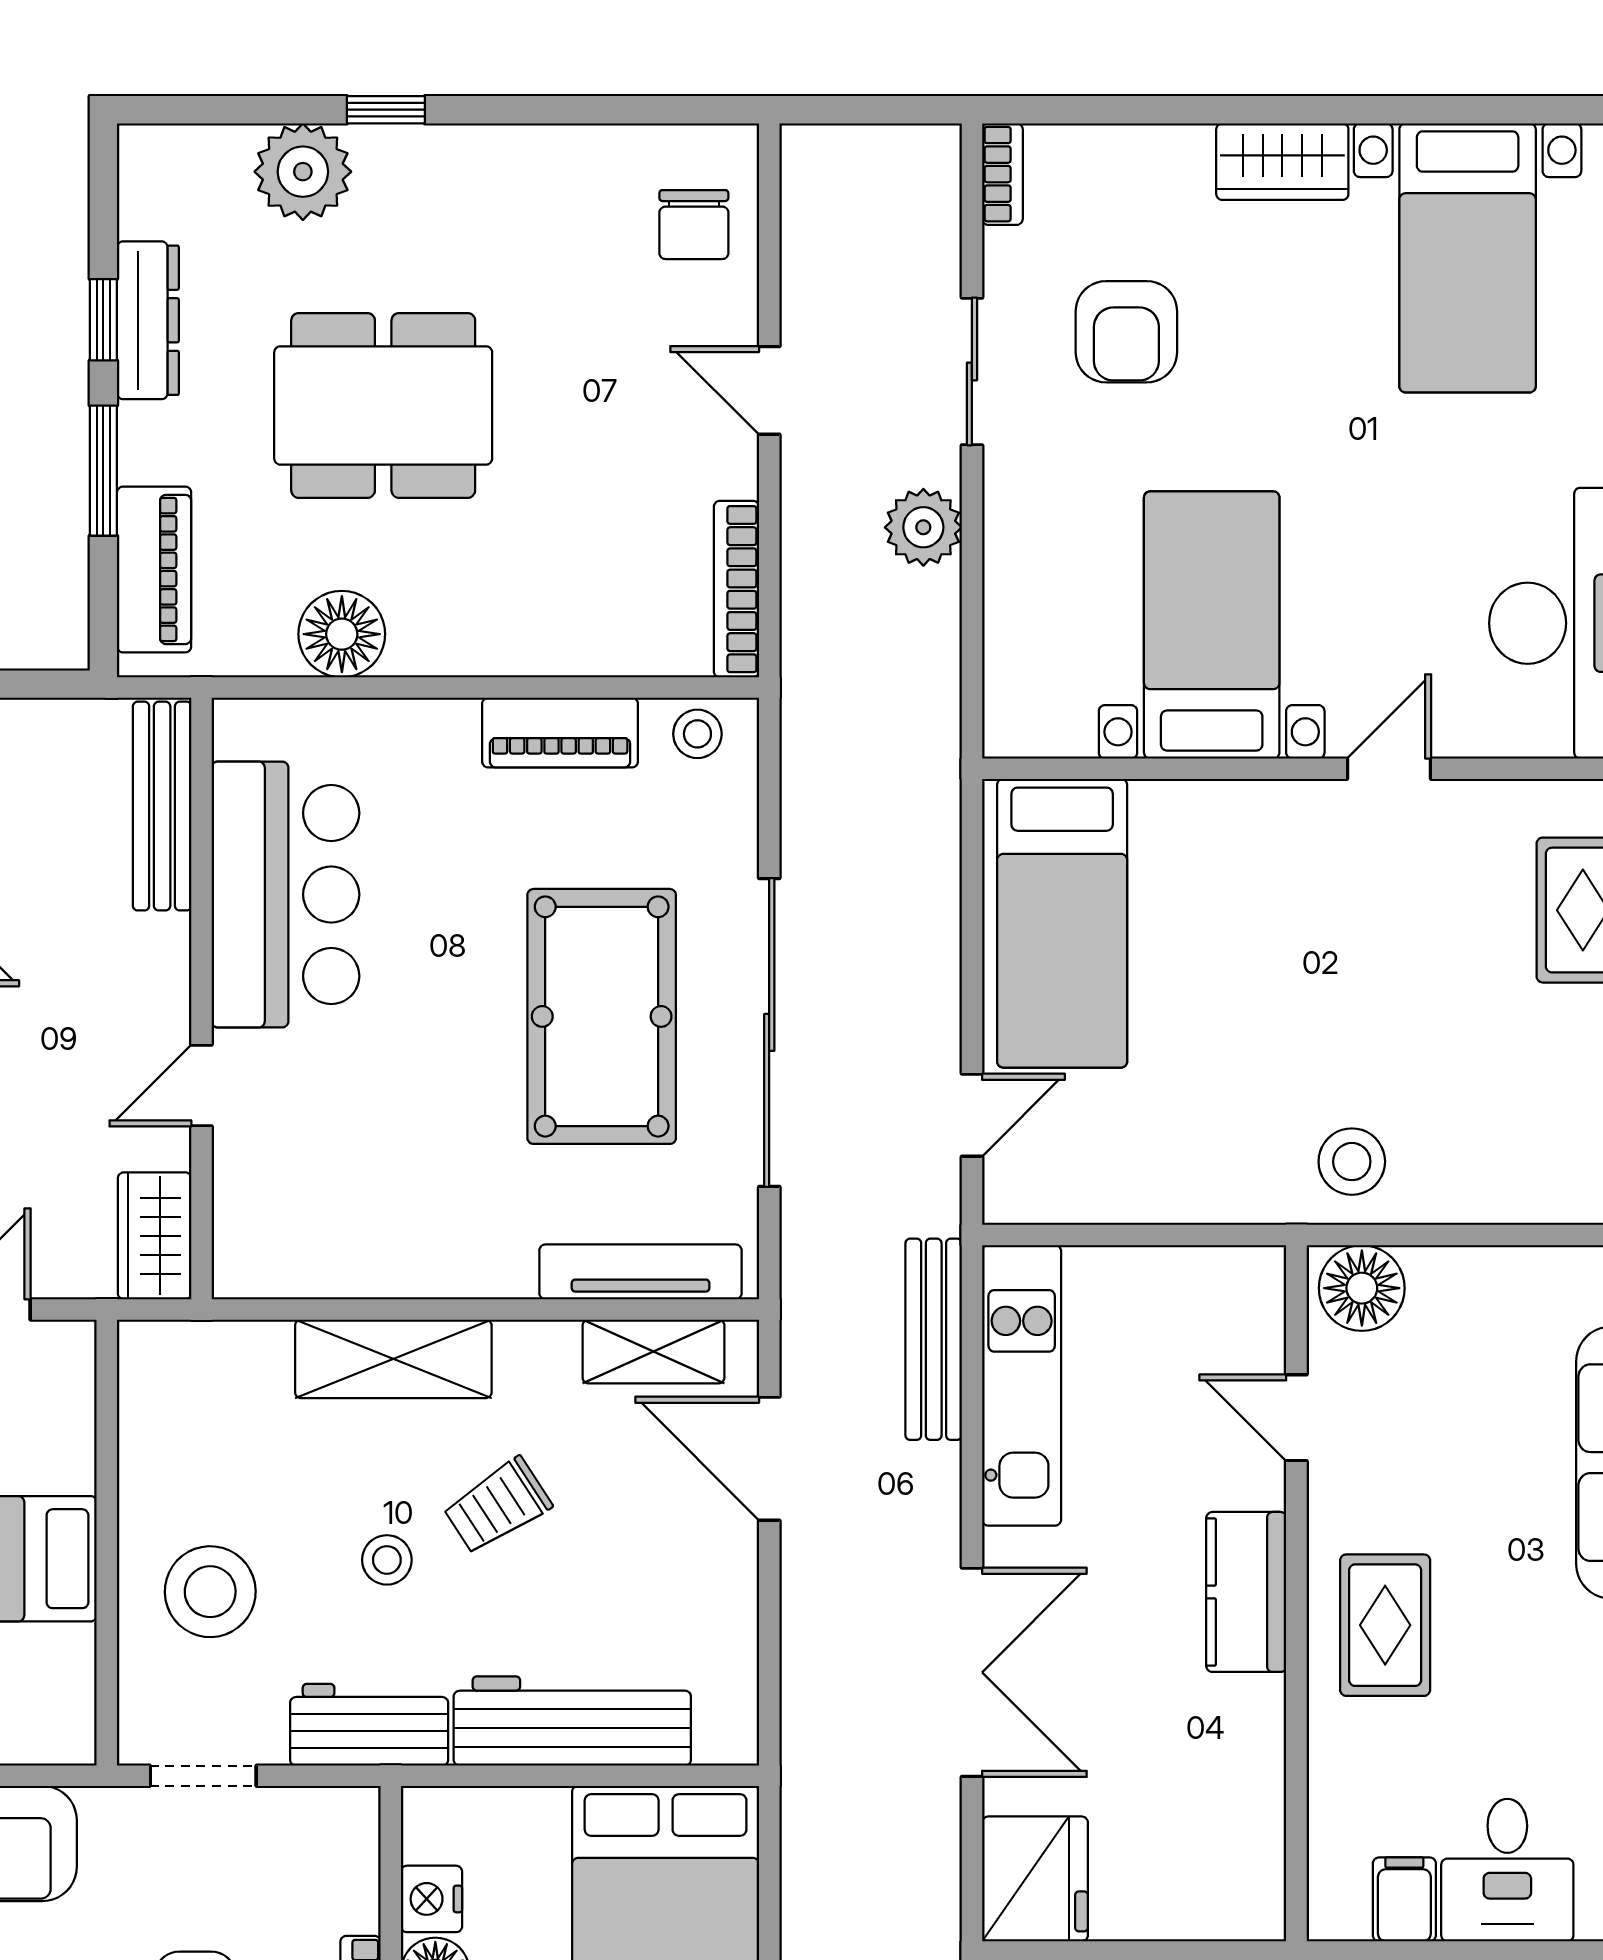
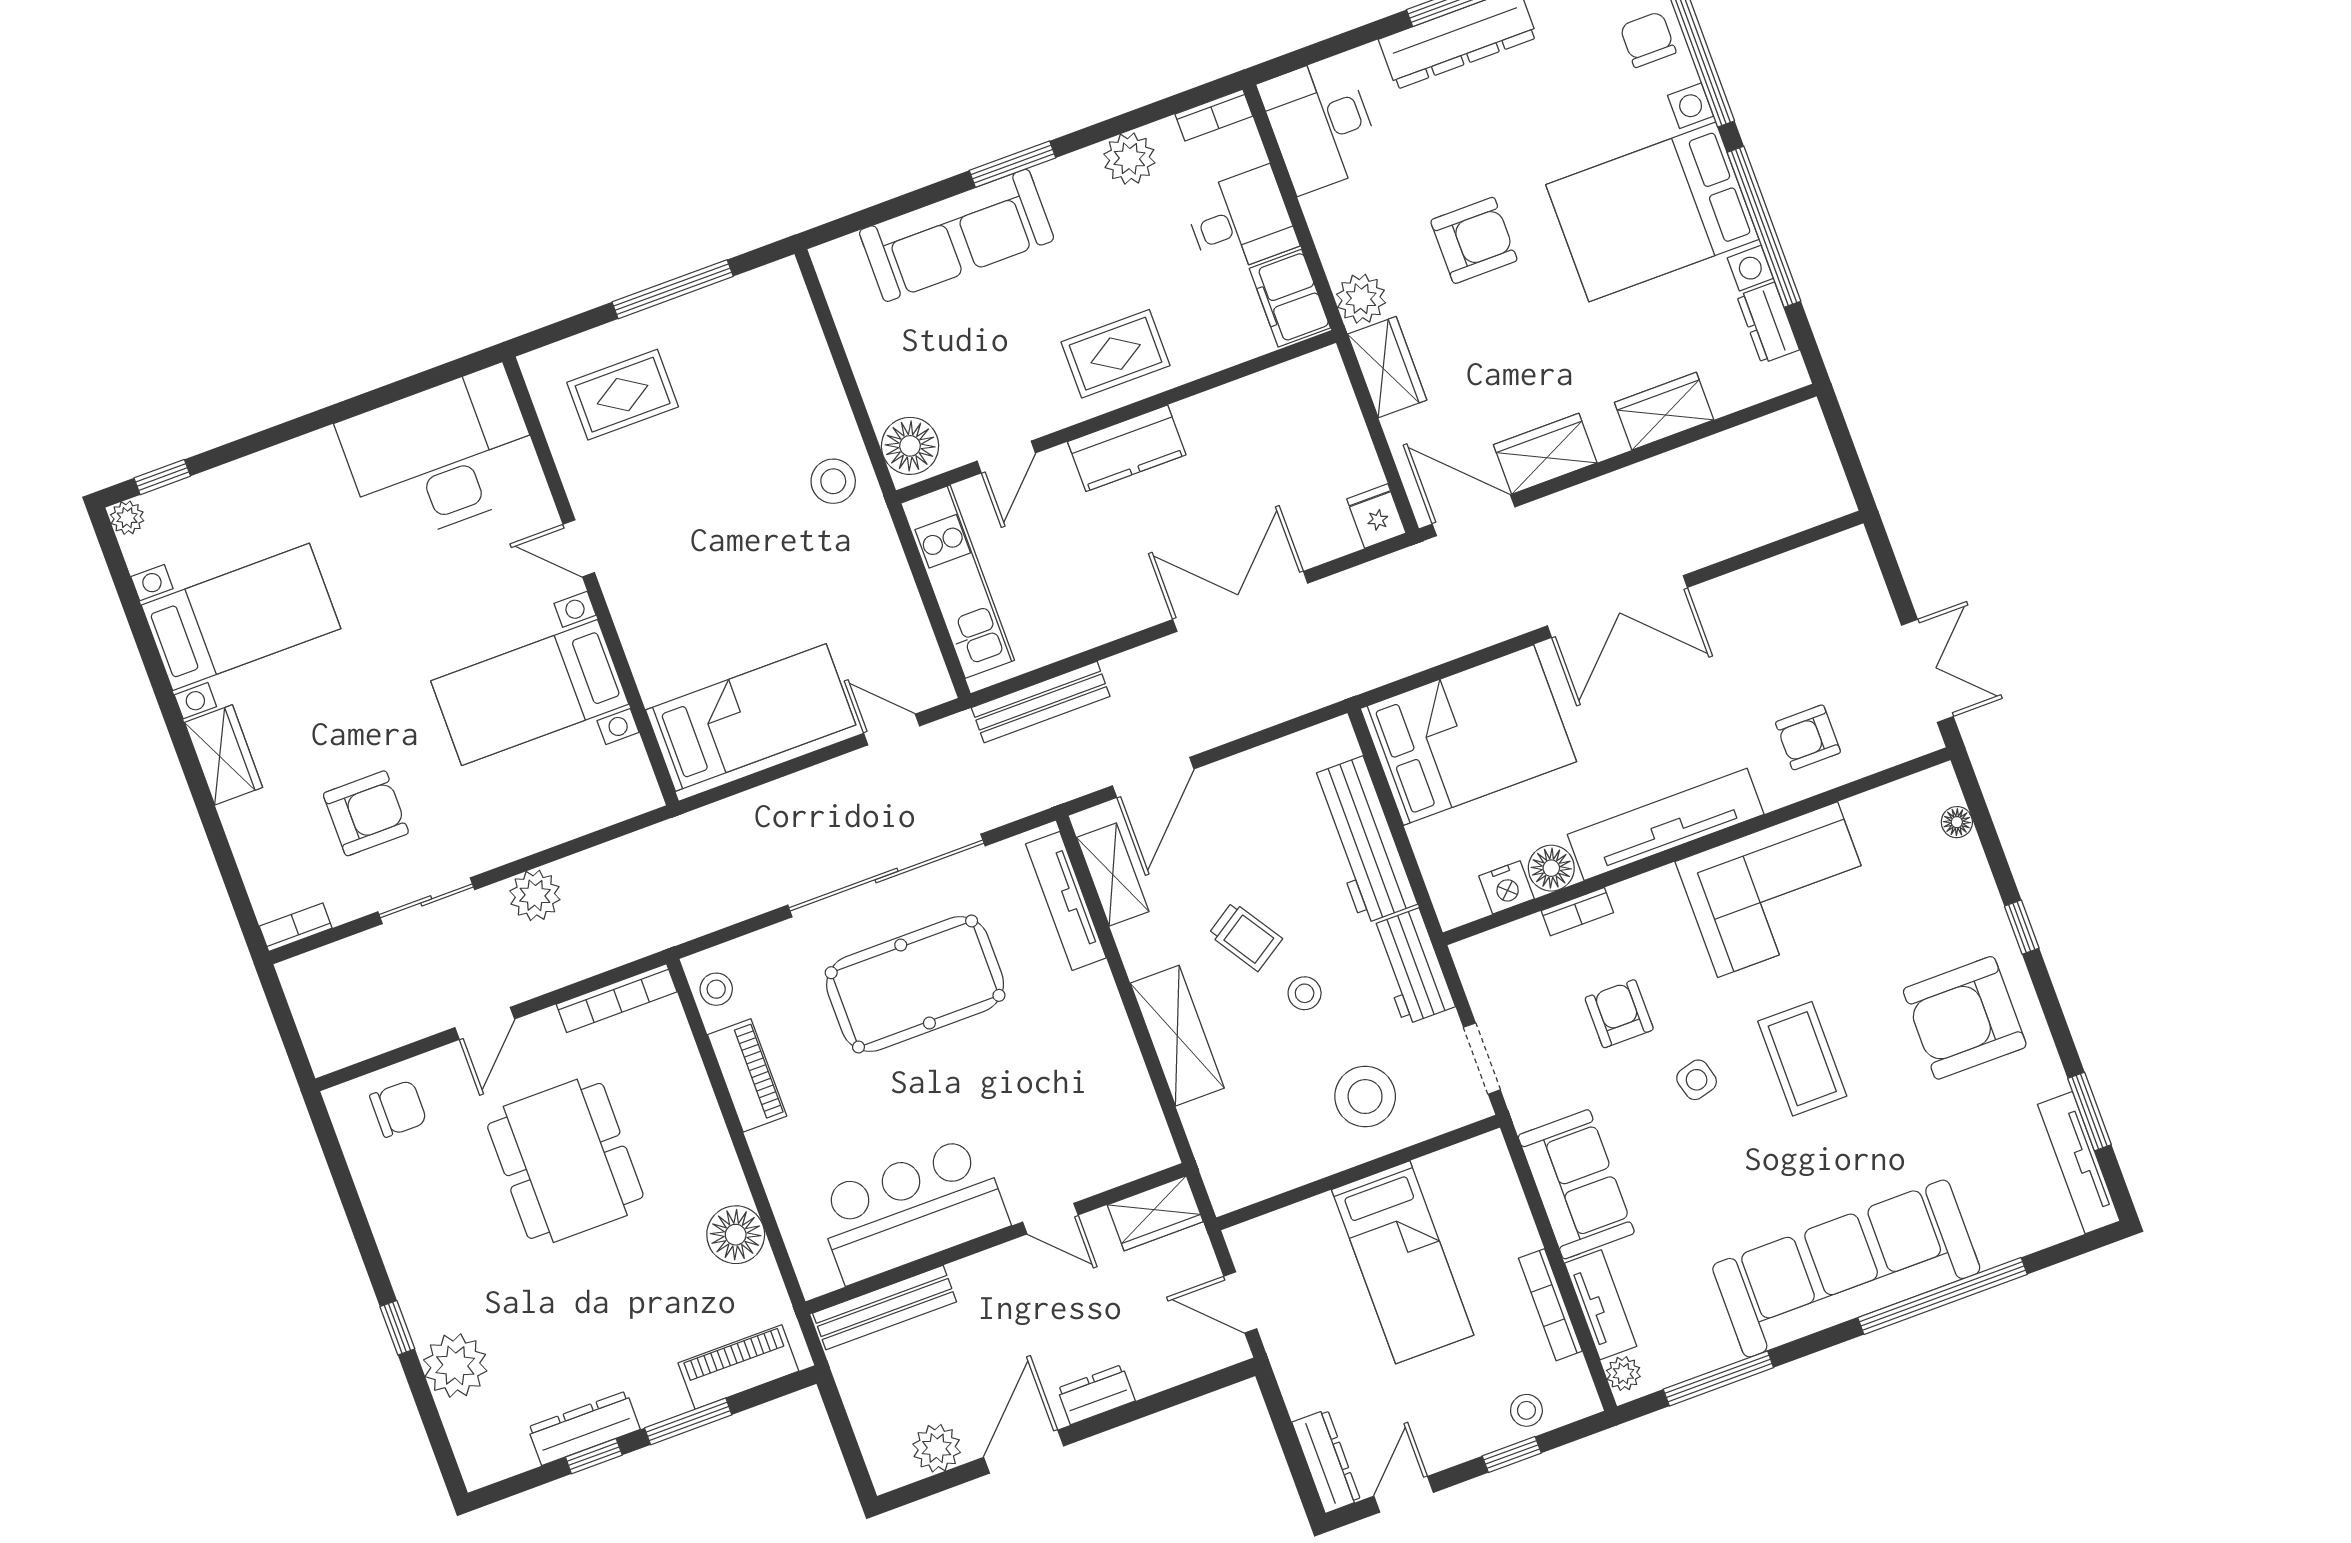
dining table: (383, 405) -> (565, 1161), moved
kitchen unit: (1022, 1385) -> (958, 582), moved, turned 90
fridge: (1035, 1879) -> (1376, 516), width x0.53, depth x0.75
filing cabinet: (1404, 1899) -> (1290, 298), width x2.00

